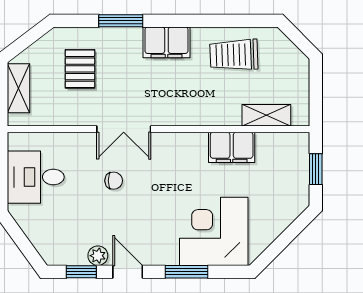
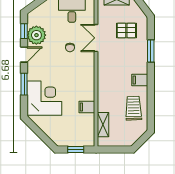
filing cabinet: (166, 42) -> (140, 80), width x0.50
double door: (124, 129) -> (96, 38), moved
filing cabinet: (232, 147) -> (87, 107), width x0.50
plant: (98, 256) -> (36, 35), width x1.88, depth x1.88

